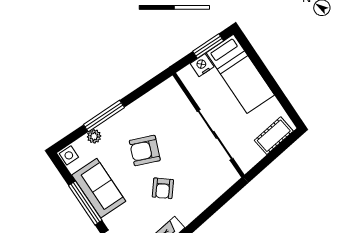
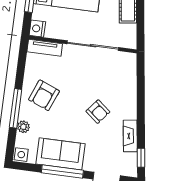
nightstand: (202, 65) -> (37, 29), moved
tv unit: (177, 95) -> (45, 48), added
armchair: (145, 151) -> (44, 95), moved

